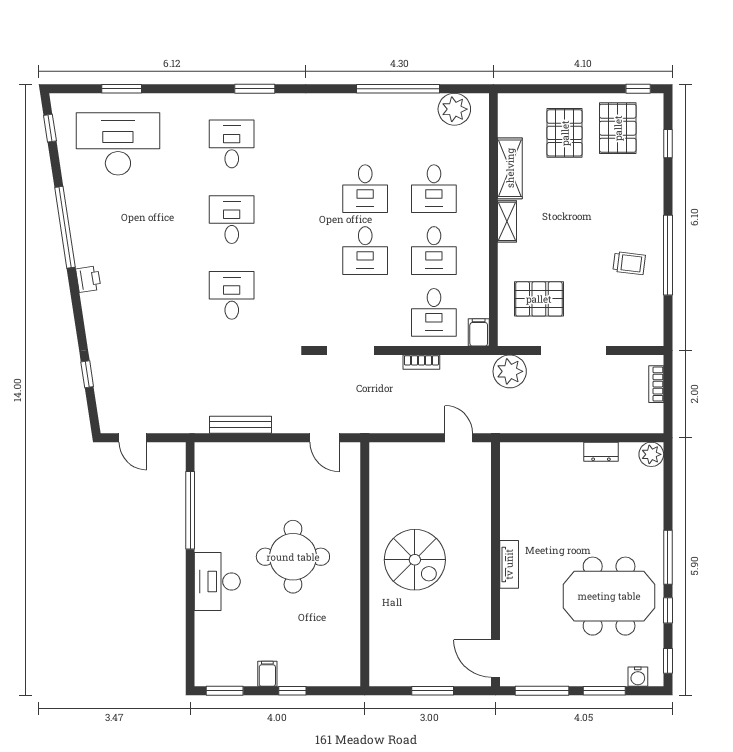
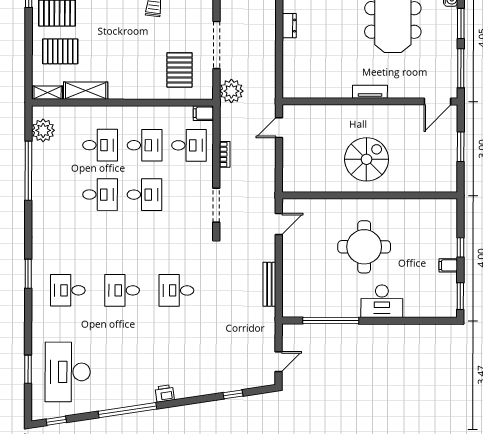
shelving: (507, 221) -> (48, 93), moved

